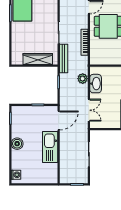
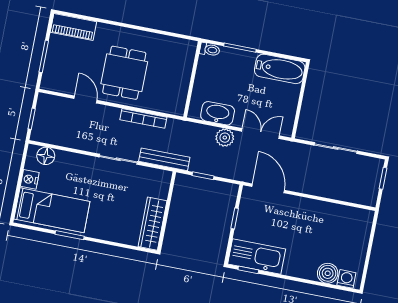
wardrobe: (38, 59) -> (153, 224), moved
plant: (83, 79) -> (225, 138), moved
boiler: (17, 144) -> (328, 273), moved
kitchen sink: (50, 147) -> (257, 257), moved, turned 180

